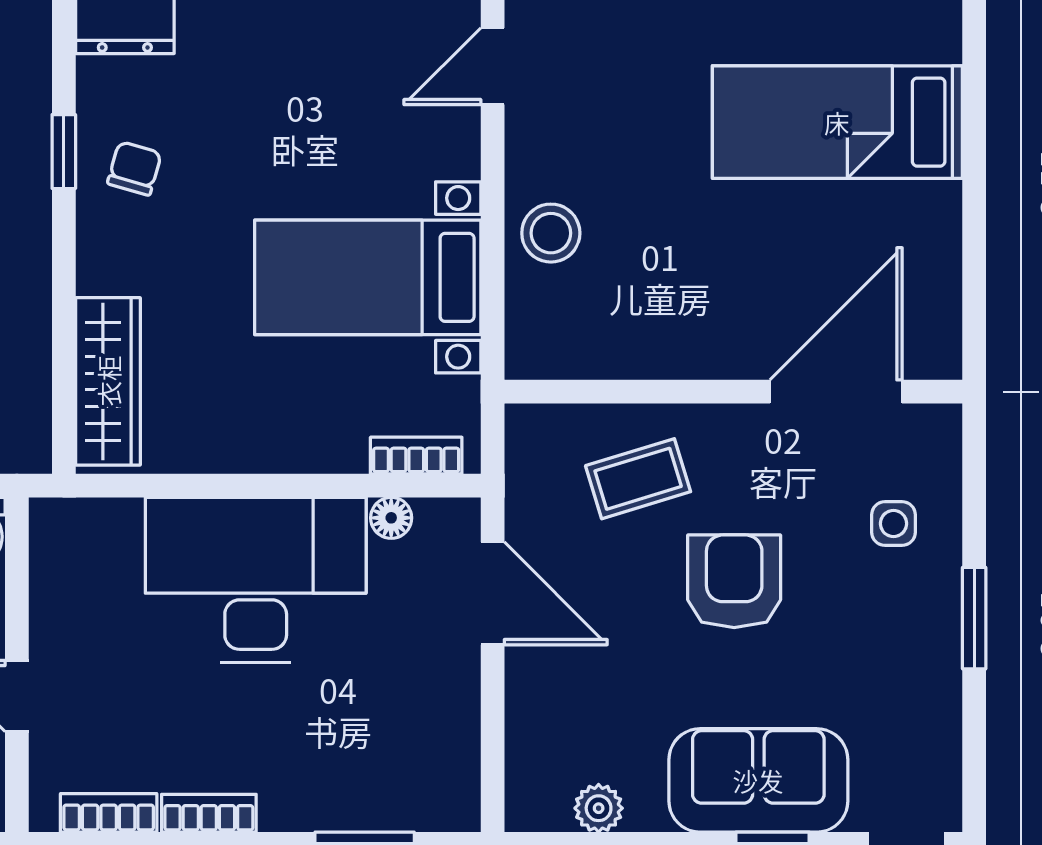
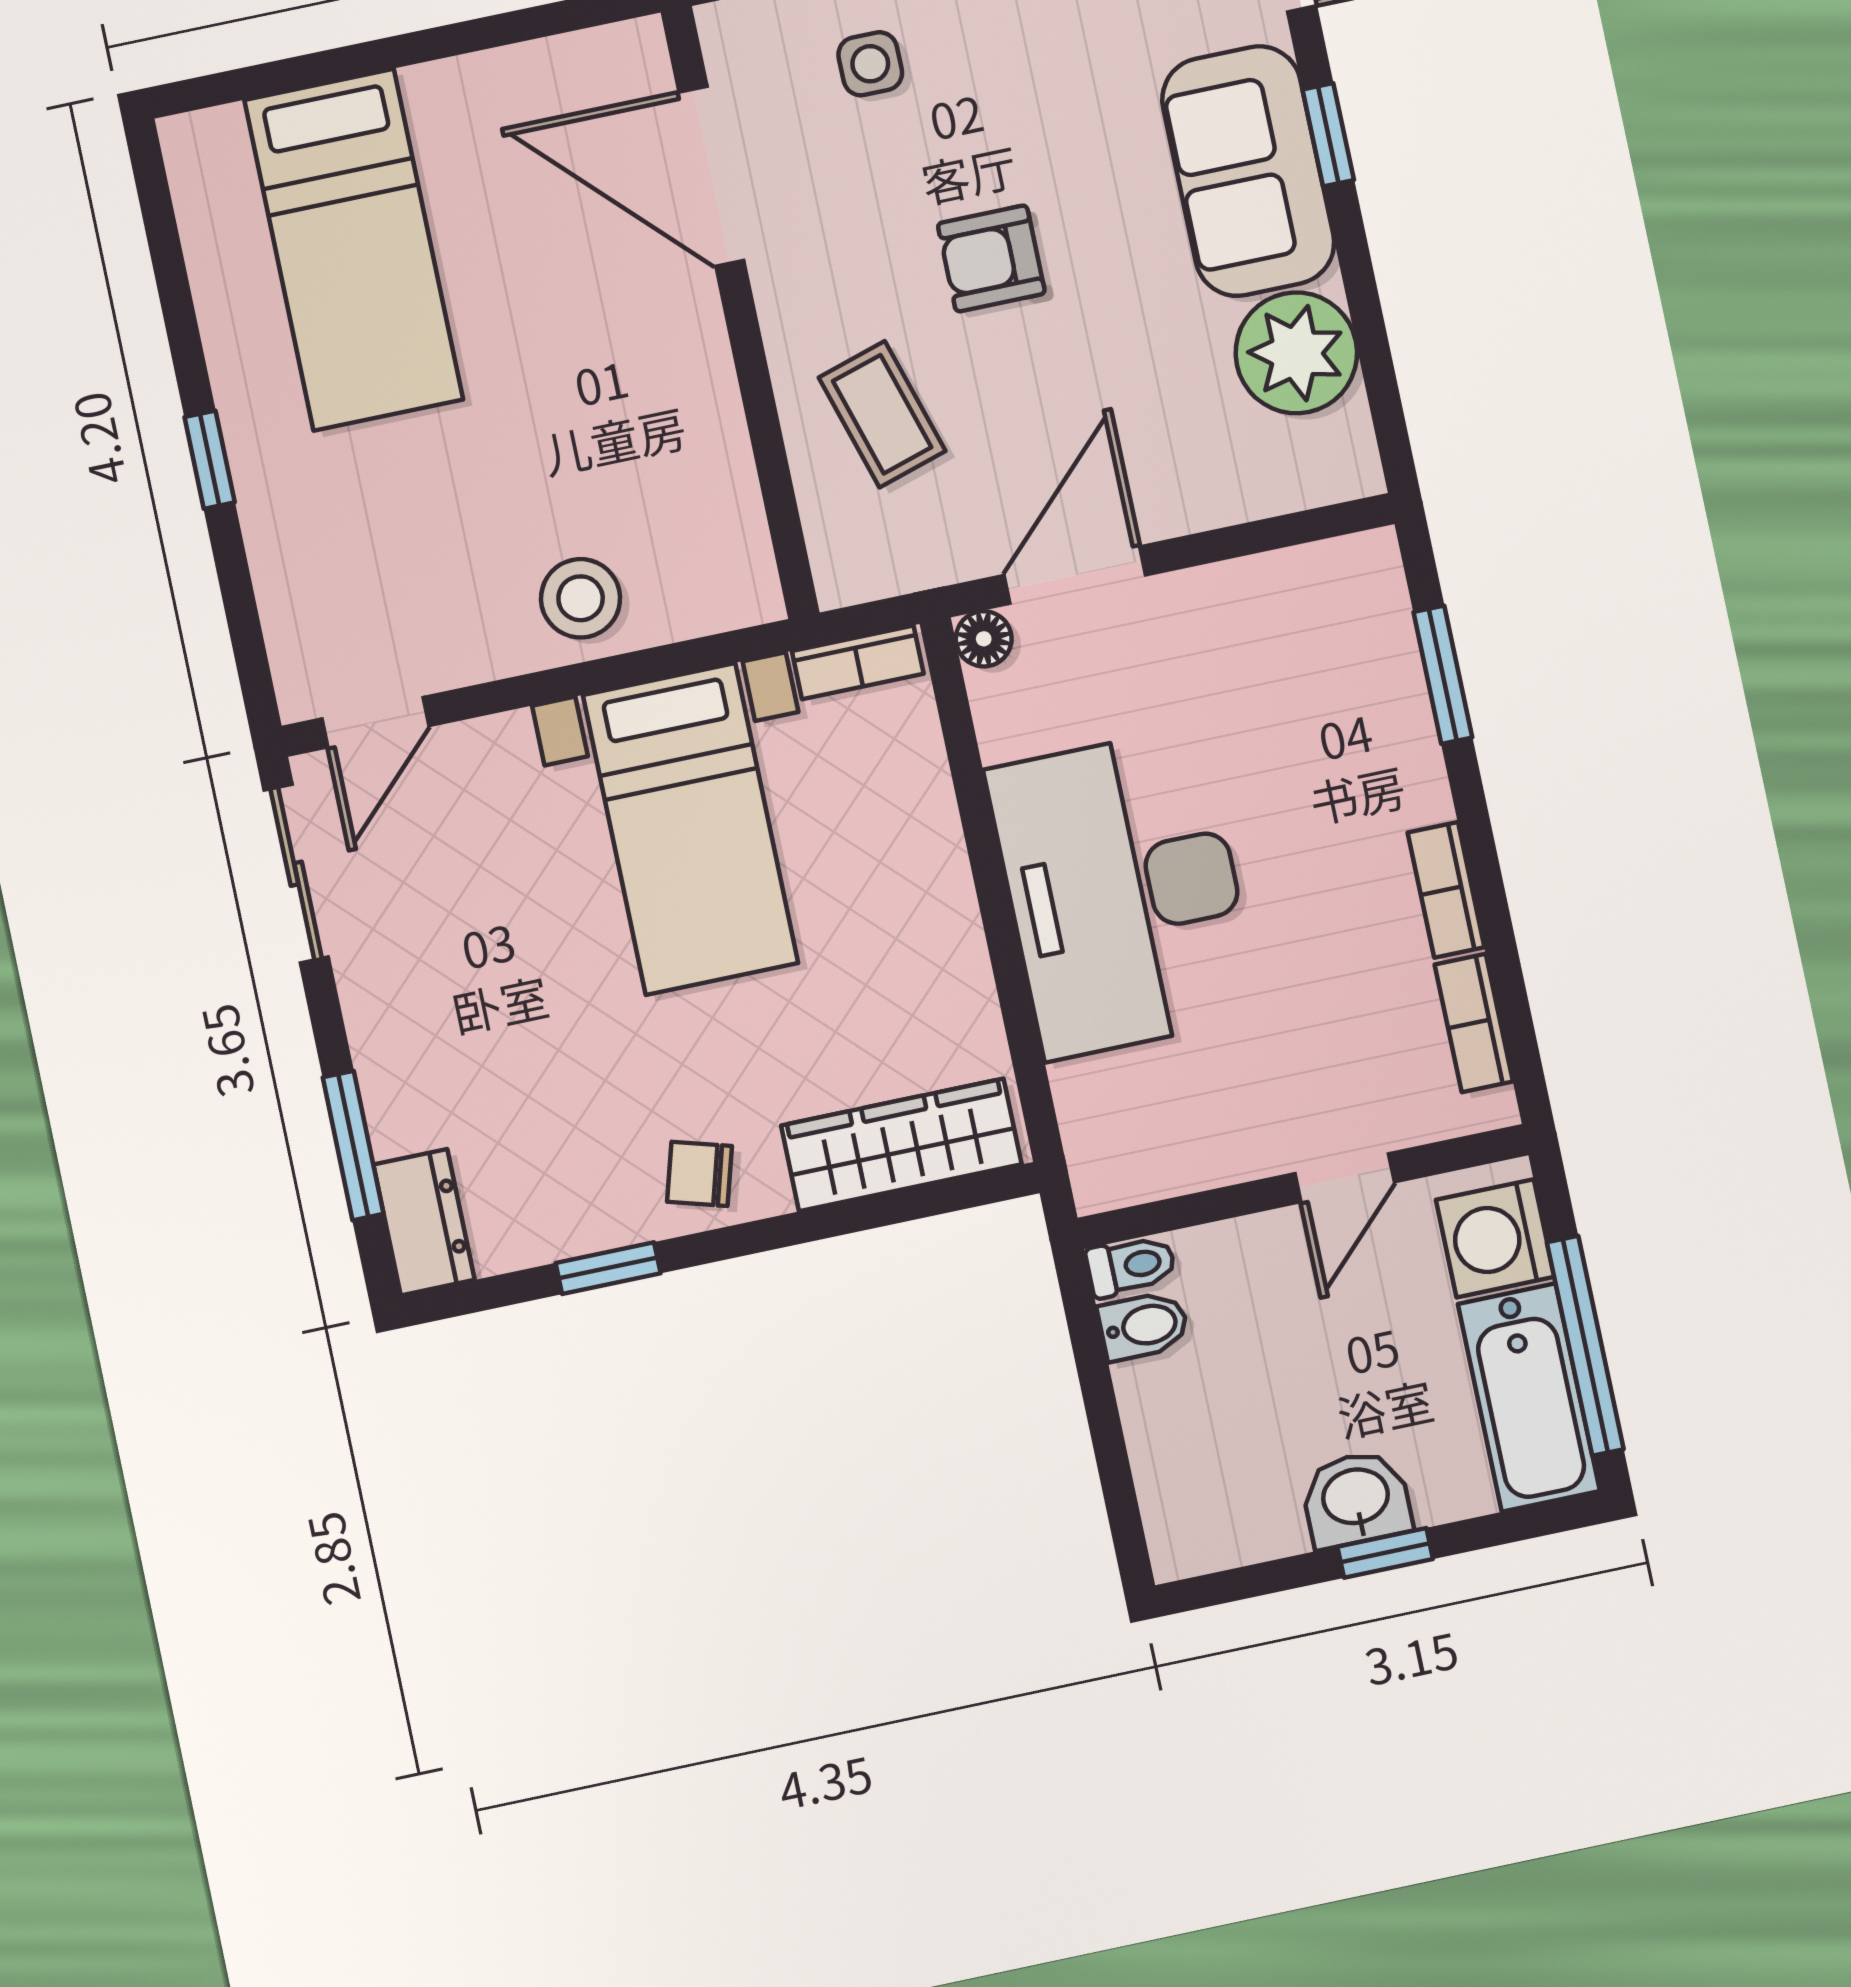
door: (493, 66) -> (375, 722), hinge flipped
chair: (134, 168) -> (699, 1174), moved
bookcase: (416, 456) -> (858, 662), moved, turned -90
floor lamp: (391, 518) -> (984, 639), moved
armchair: (734, 581) -> (991, 258), width x0.72, depth x0.72
plant: (599, 808) -> (1296, 353), width x1.87, depth x1.87

